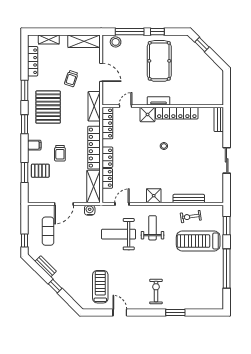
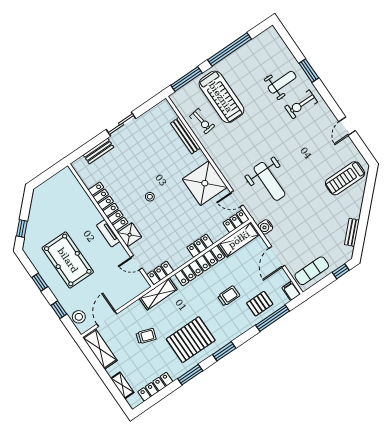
window: (130, 32) -> (59, 310), width x0.46
pool table: (159, 61) -> (68, 260), turned 90
door: (101, 72) -> (107, 319), moved
bench: (219, 119) -> (98, 151), moved
locker: (107, 123) -> (160, 273), width x0.66
filing cabinet: (34, 145) -> (291, 291), moved
pallet: (40, 171) -> (260, 304), turned 90
window: (25, 173) -> (273, 318), width x1.44
locker: (107, 178) -> (236, 221), moved
shower: (154, 196) -> (205, 183), width x1.86, depth x1.86
door: (64, 204) -> (277, 257), swing flipped
window: (227, 226) -> (186, 79), width x1.44
weight bench: (152, 228) -> (282, 82), moved, turned 180
exercise mat: (48, 231) -> (312, 271), moved
window: (55, 286) -> (365, 209), removed
treadmill: (100, 287) -> (345, 178), moved

